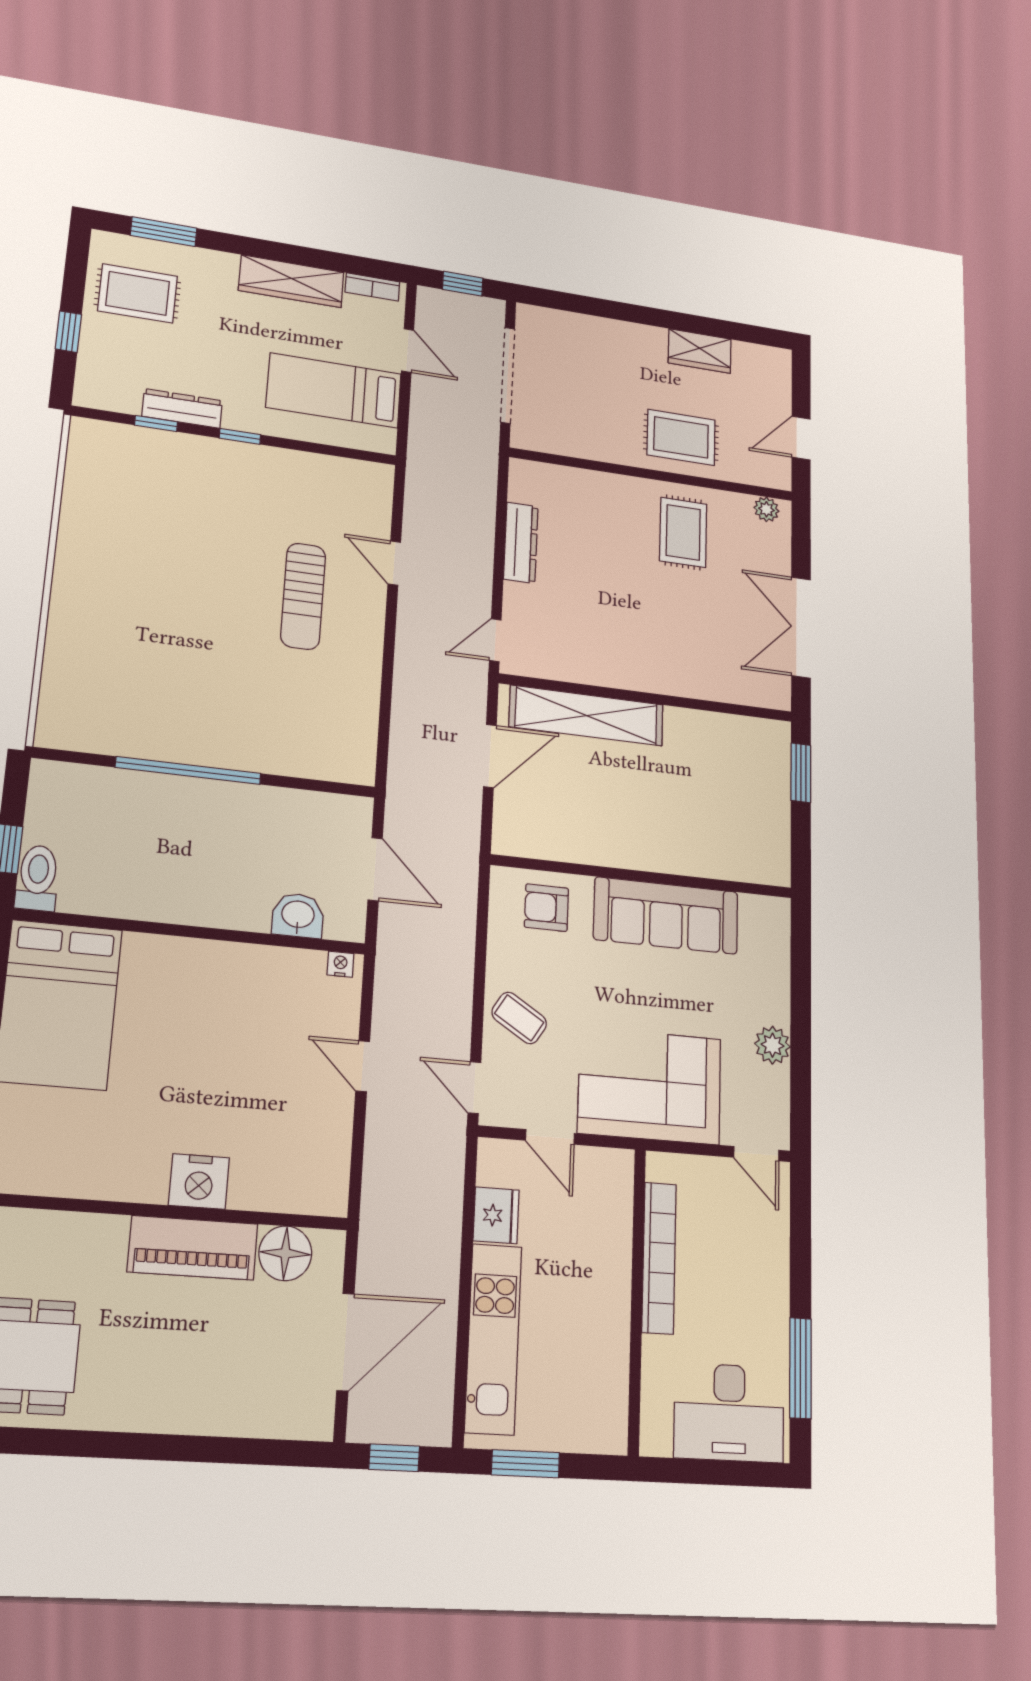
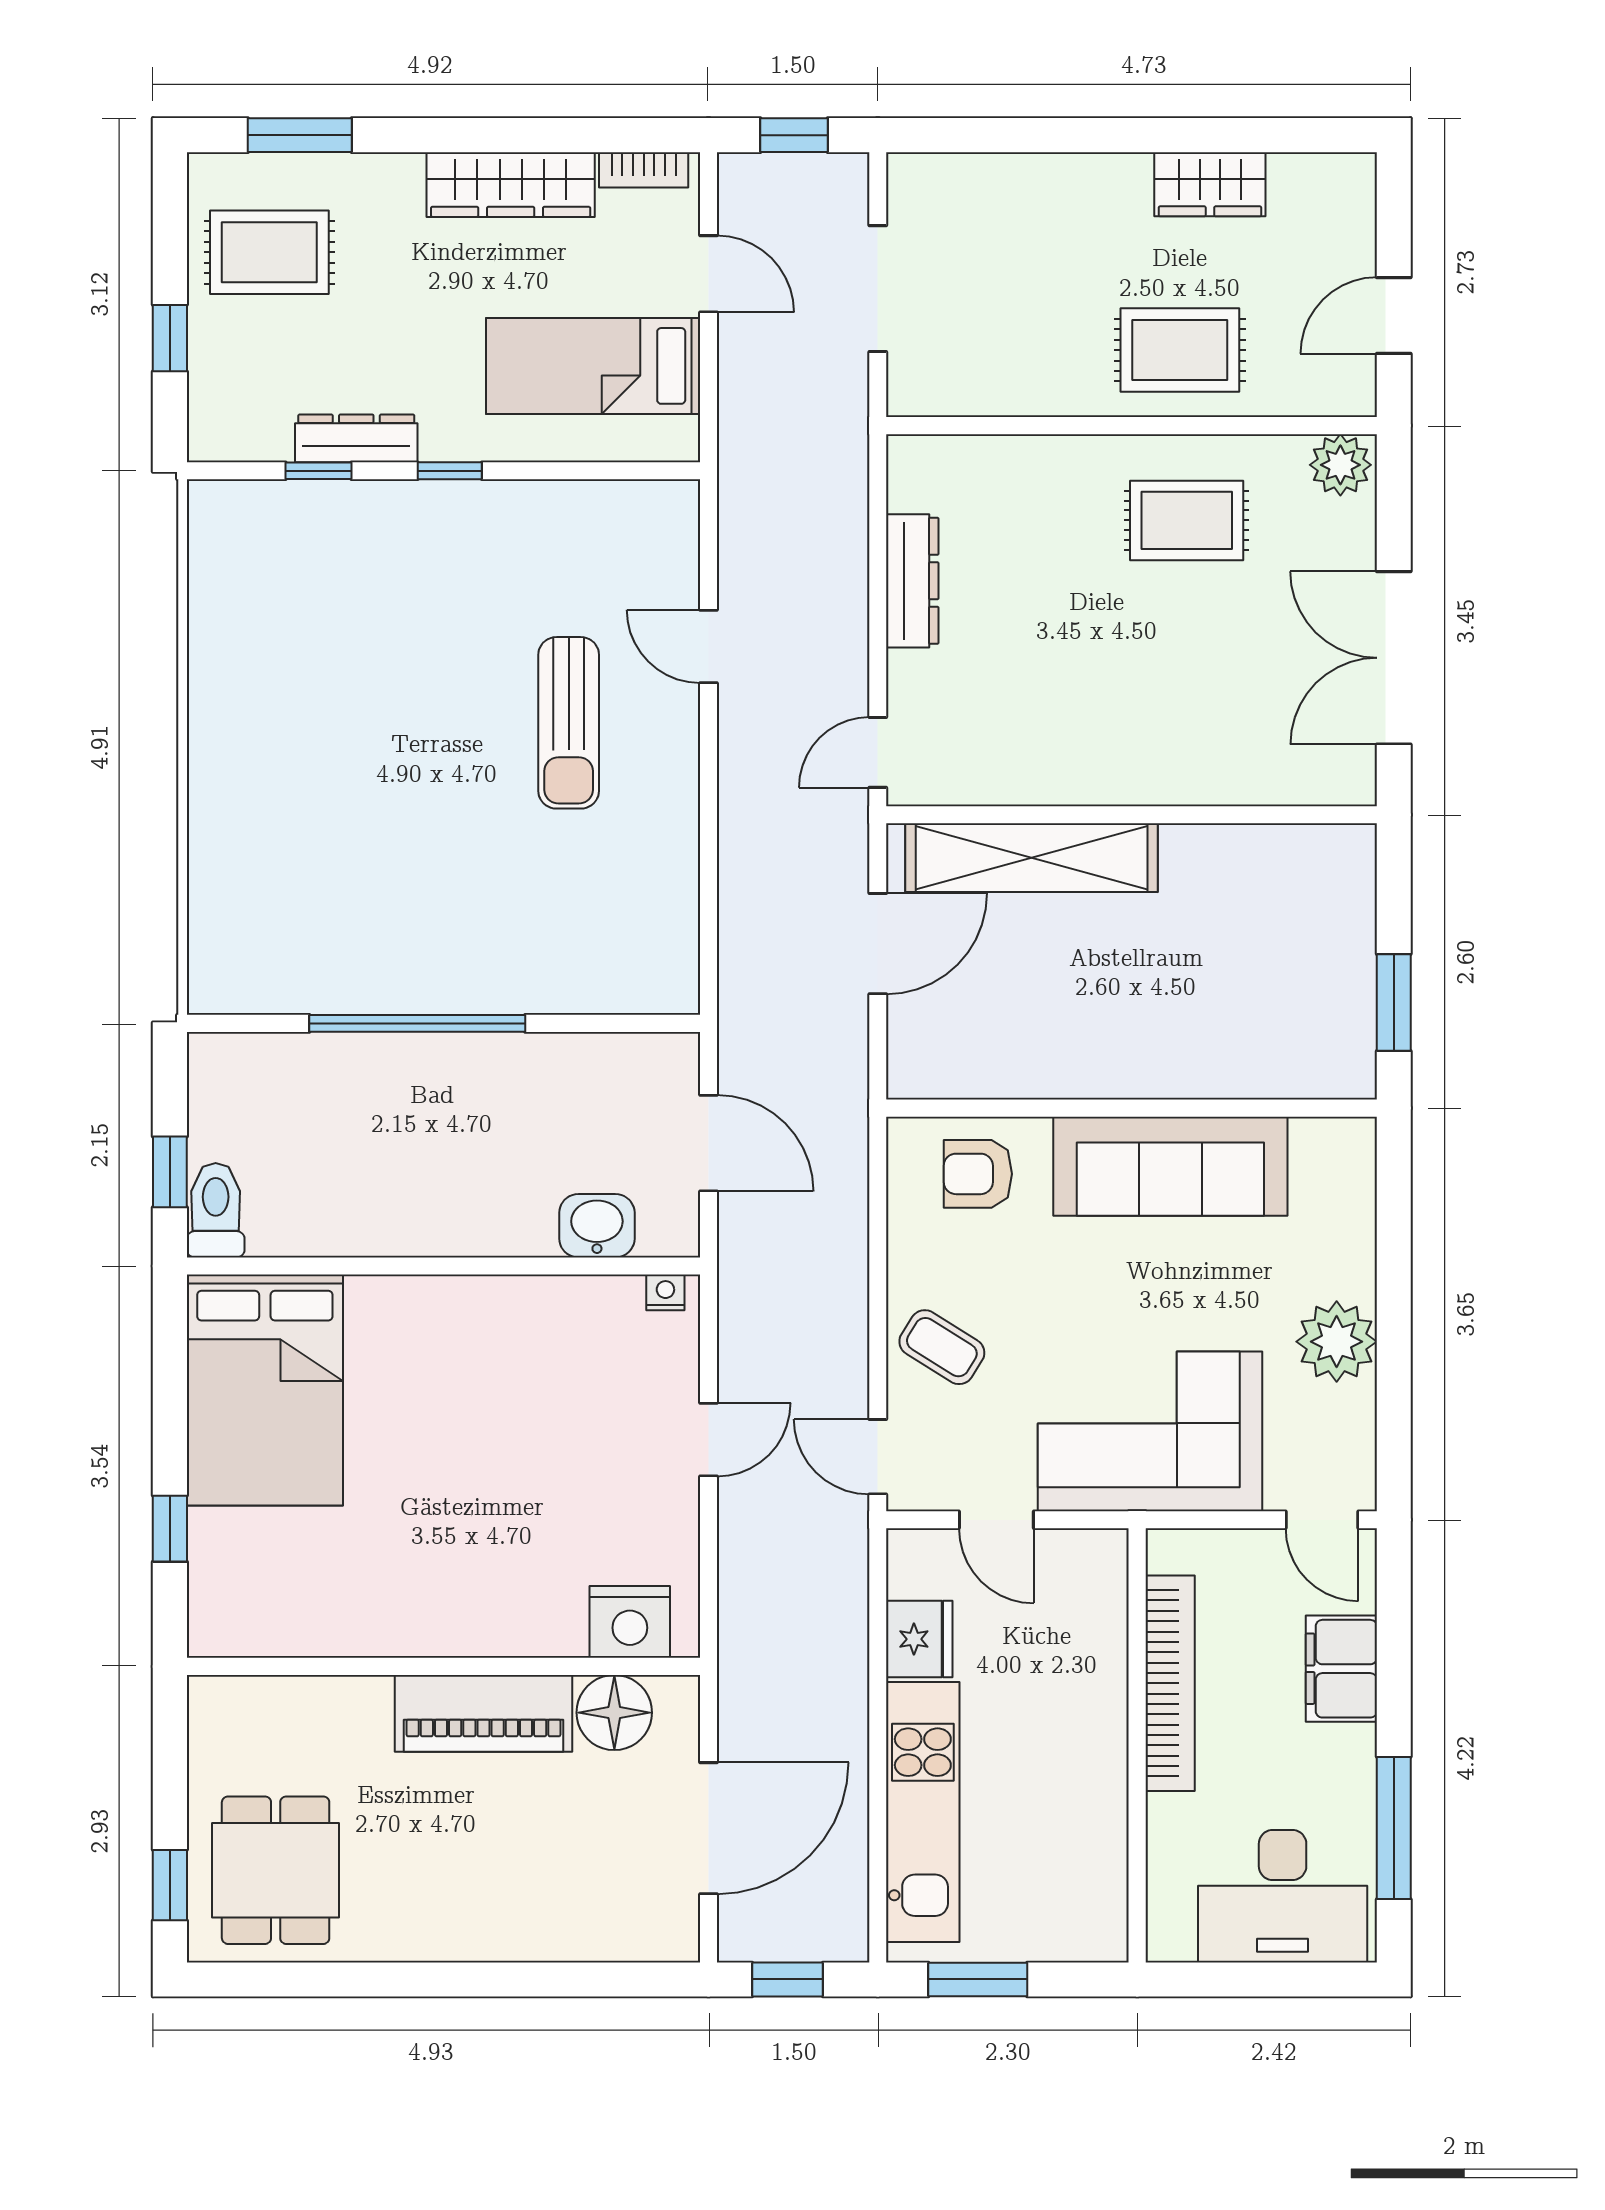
doorway: (508, 375) -> (878, 289), width x0.73
plant: (766, 509) -> (1340, 465), width x1.38, depth x1.38
rug: (683, 532) -> (1187, 520), turned 90
window: (801, 773) -> (1394, 1002), moved
plant: (772, 1045) -> (1337, 1342), width x1.36, depth x1.36
door: (363, 1066) -> (709, 1440), swing flipped
nightstand: (199, 1181) -> (630, 1622), moved
filing cabinet: (768, 1255) -> (1341, 1669), added

